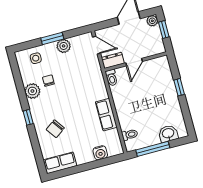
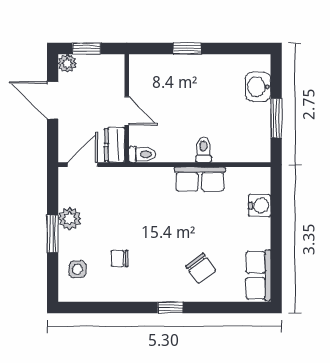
plant: (32, 91) -> (129, 289), removed
toilet: (130, 135) -> (203, 150), moved
window: (153, 149) -> (276, 118), width x0.69

